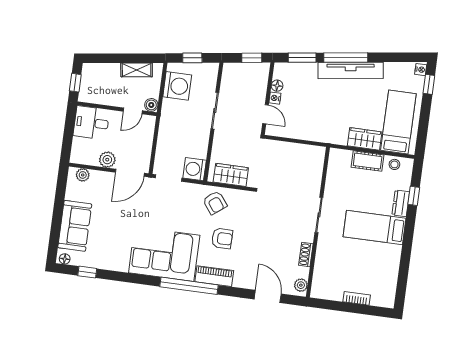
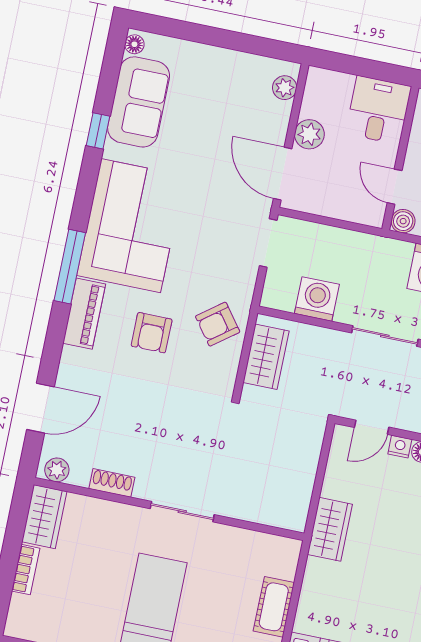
wardrobe: (365, 139) -> (330, 529), moved
washing machine: (195, 169) -> (317, 299), moved
sofa: (75, 226) -> (139, 102), moved, turned -90
window: (87, 272) -> (98, 131), moved
window: (189, 286) -> (70, 267), width x0.68
wardrobe: (327, 290) -> (44, 517), added

